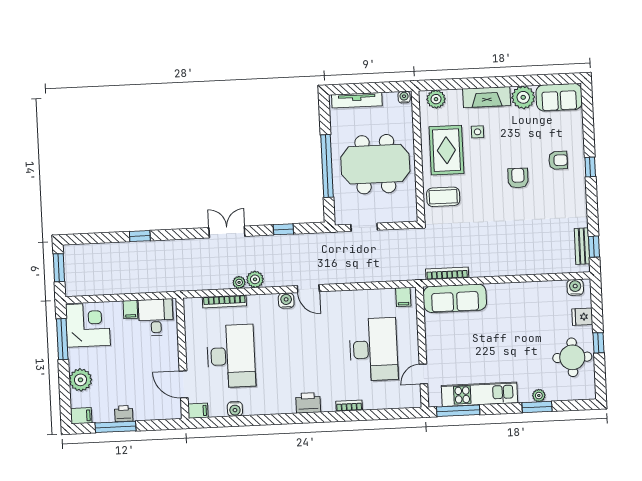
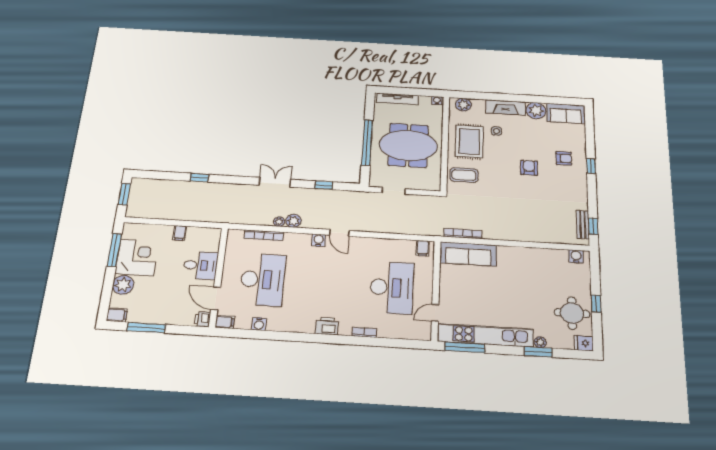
desk: (156, 317) -> (201, 265), moved, turned 90
fridge: (582, 317) -> (584, 343), moved
corner desk: (88, 325) -> (137, 257), moved
kitchen unit: (480, 394) -> (485, 335), width x1.36
printer: (124, 414) -> (202, 319), moved, turned -90

